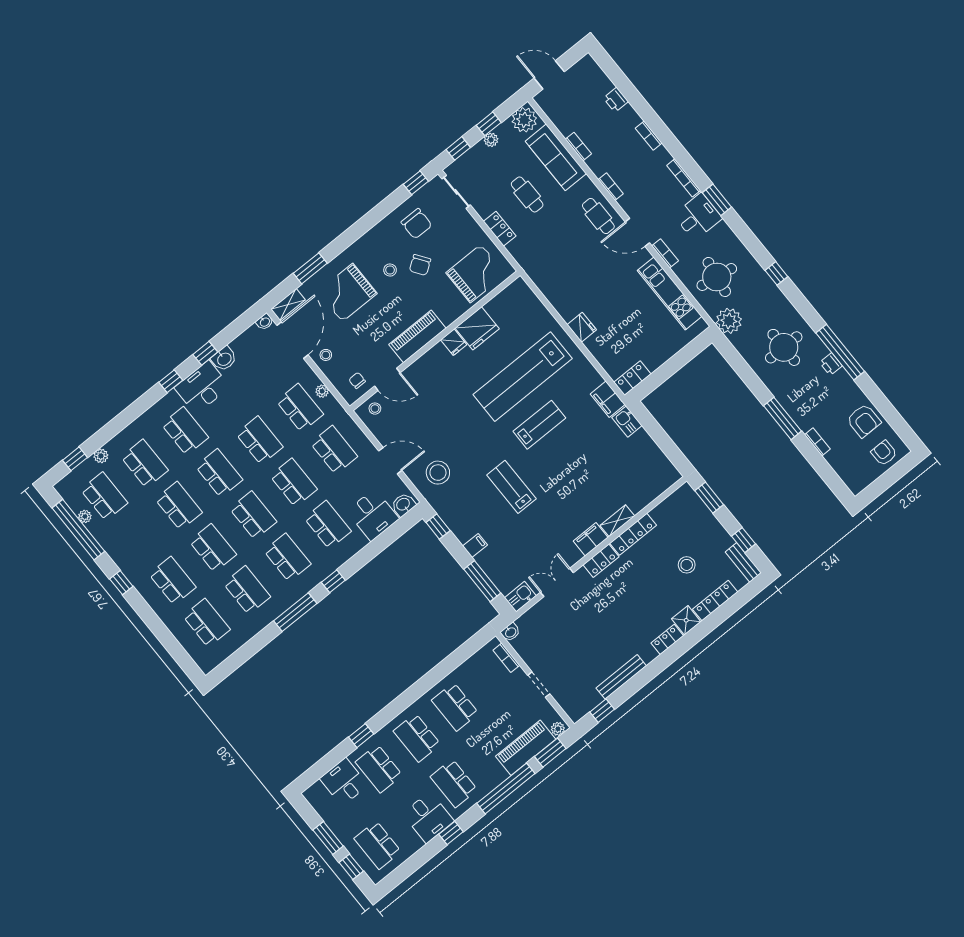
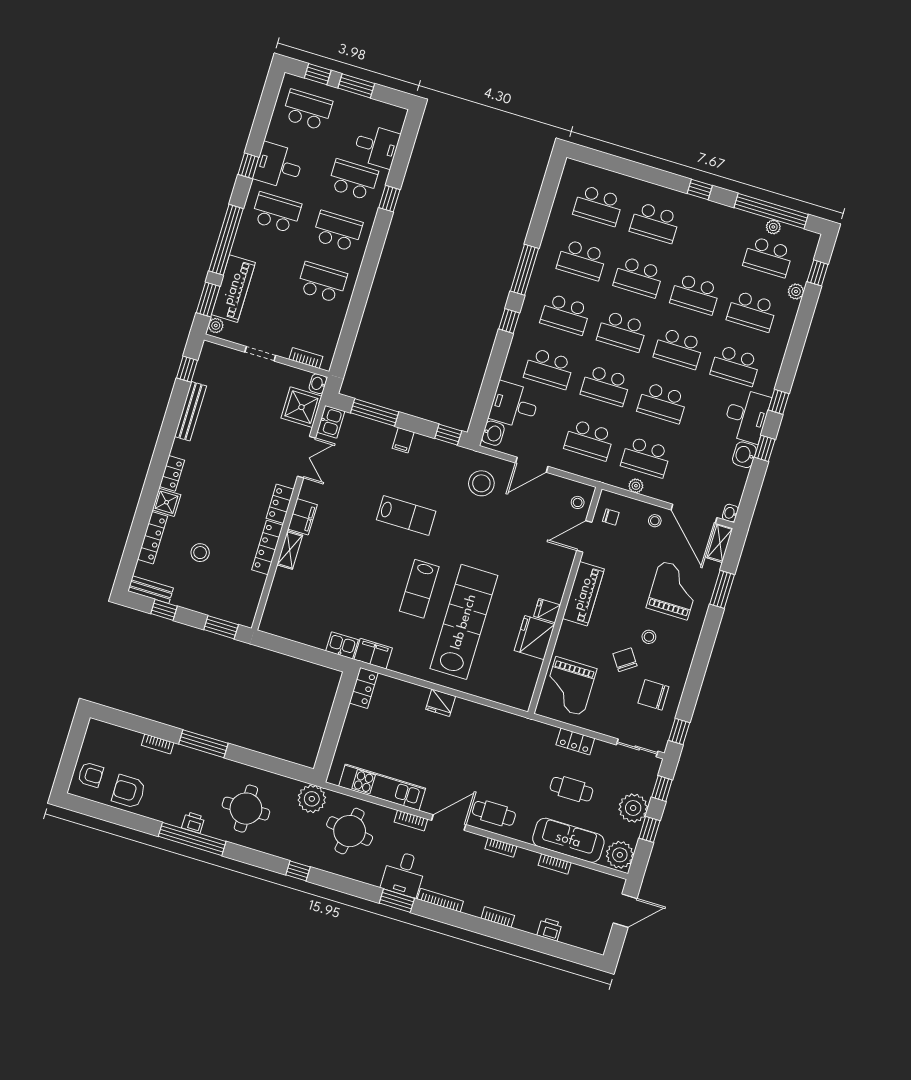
plant: (491, 140) -> (633, 808), width x1.88, depth x1.88
shower: (535, 623) -> (301, 407), added

